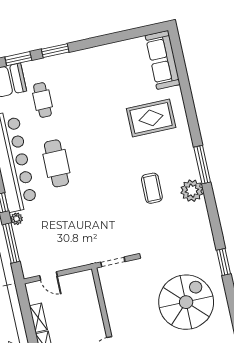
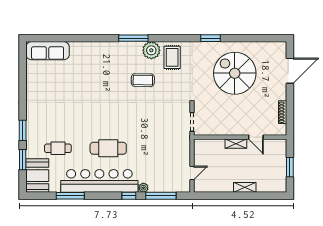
rug: (151, 118) -> (172, 57), moved, width x0.73, depth x0.70
shelving: (38, 318) -> (236, 144), moved

